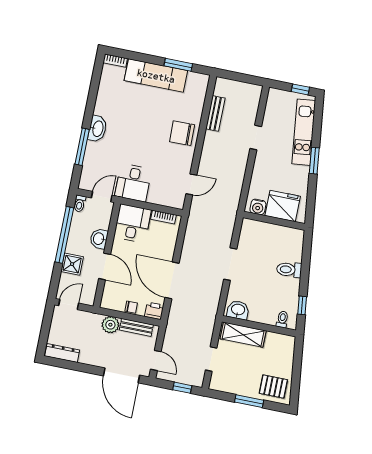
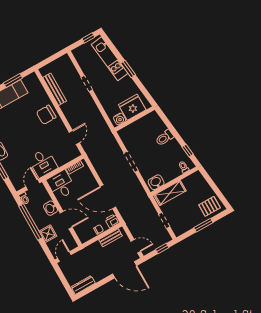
bench: (215, 113) -> (55, 89), width x1.36
plant: (110, 325) -> (96, 248), removed

